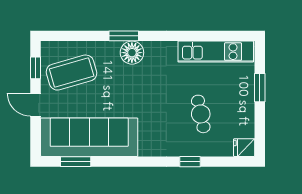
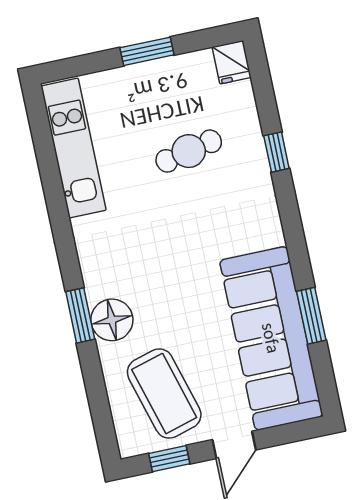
floor lamp: (132, 53) -> (112, 320), moved
window: (260, 88) -> (147, 51), moved
window: (76, 162) -> (311, 316), moved

